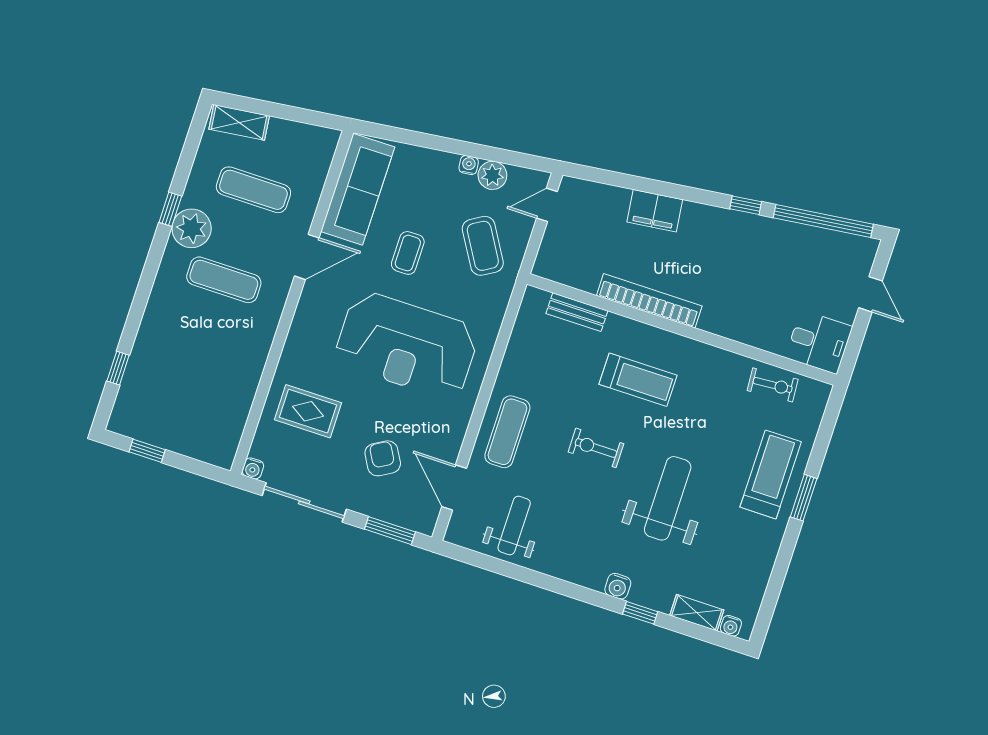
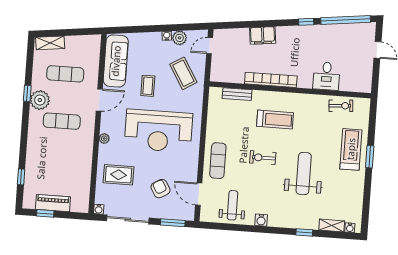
plant: (298, 334) -> (104, 139), added
desk: (819, 342) -> (326, 76), moved, turned 90
piano: (167, 434) -> (53, 203), added
water cooler: (618, 586) -> (261, 220), moved

